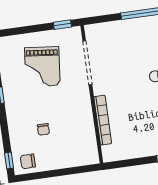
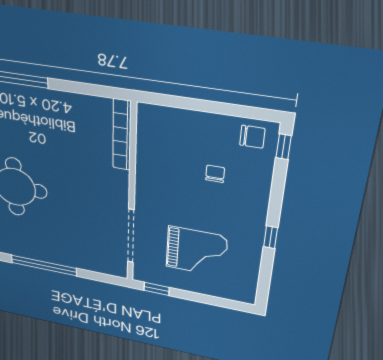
grand piano: (42, 67) -> (196, 252), turned 84
bookcase: (103, 120) -> (122, 135), moved

